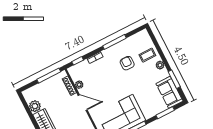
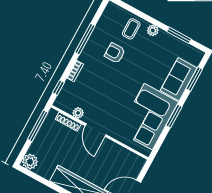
sofa: (169, 92) -> (179, 79), moved, turned 90
door: (83, 103) -> (96, 130), swing flipped
plant: (35, 106) -> (30, 162), moved

